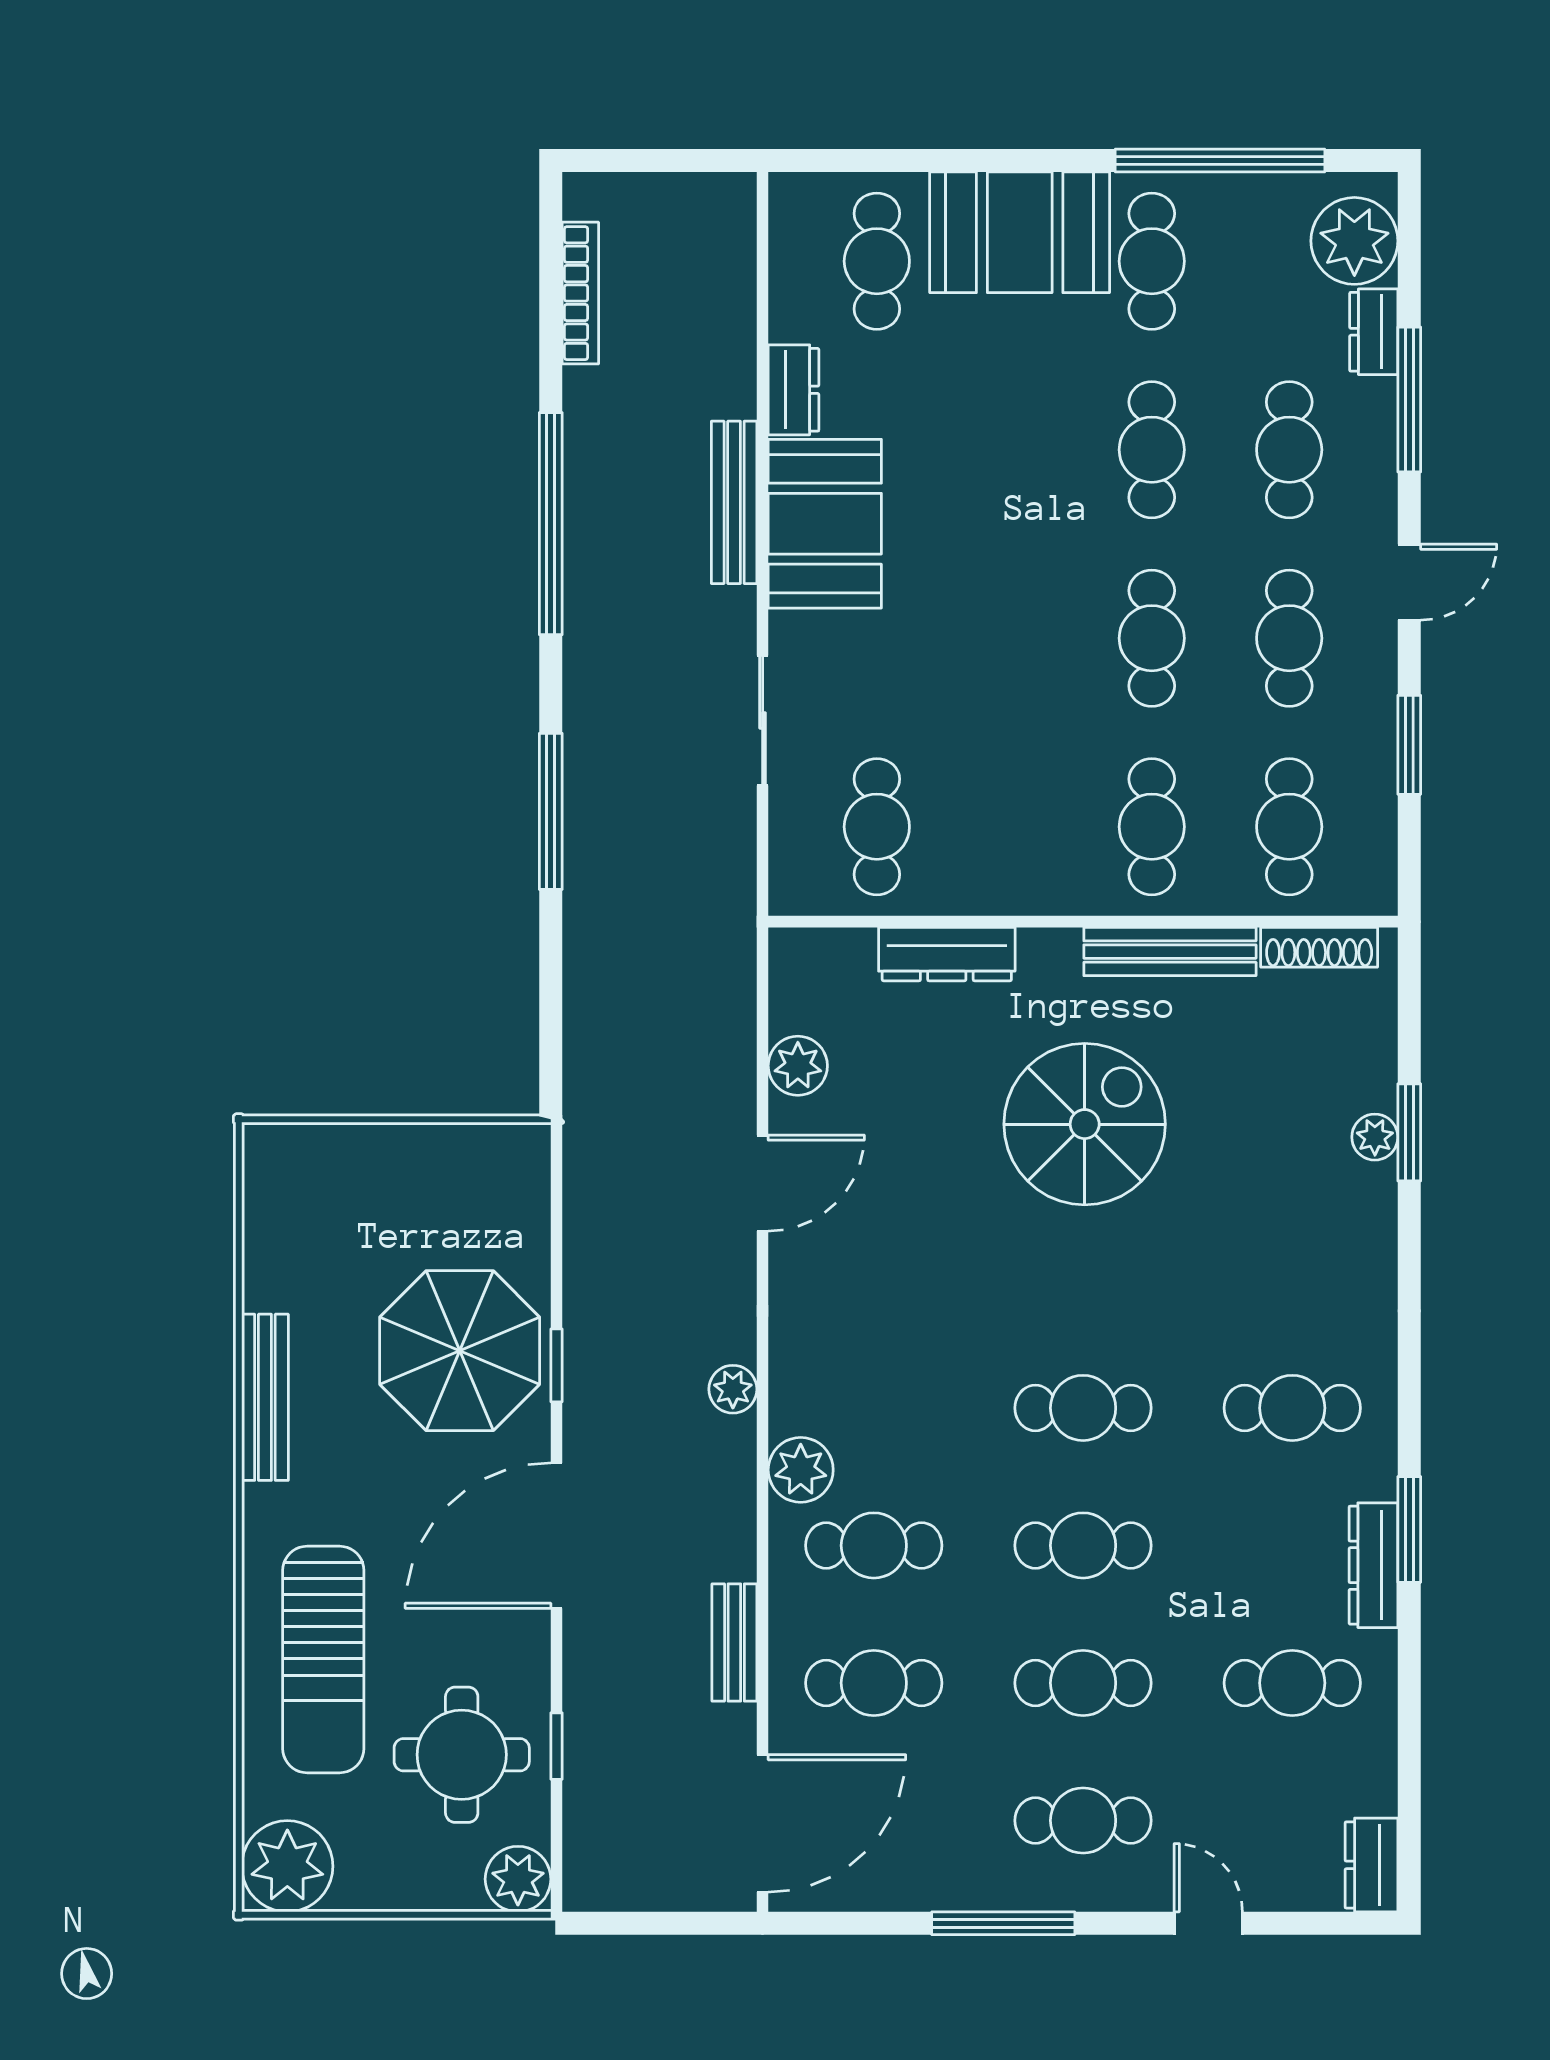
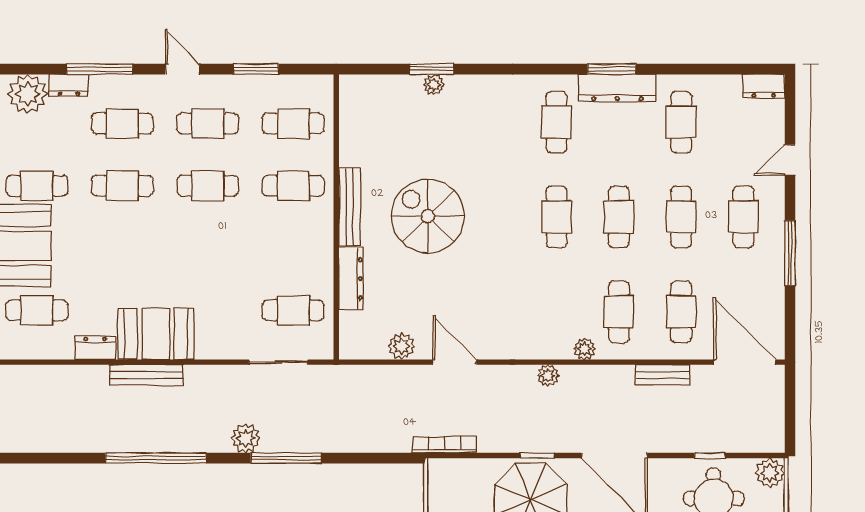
bookcase: (580, 293) -> (445, 445), moved
sliding door: (763, 720) -> (278, 362), moved
plant: (595, 722) -> (246, 438), added
shoe rack: (1319, 947) -> (348, 110), removed
bench: (1170, 952) -> (350, 207), moved
plant: (801, 1470) -> (585, 349), width x0.73, depth x0.73
dresser: (1373, 1565) -> (617, 88), width x1.37, depth x1.24

